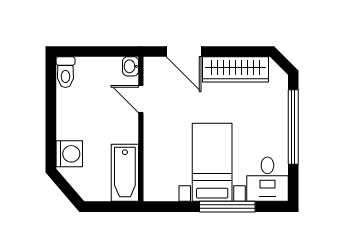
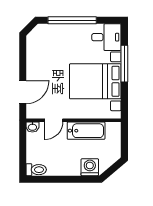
wardrobe: (235, 69) -> (34, 58), removed
bed with nightstands: (212, 162) -> (95, 81), width x1.36
bathtub: (125, 173) -> (86, 131), moved

